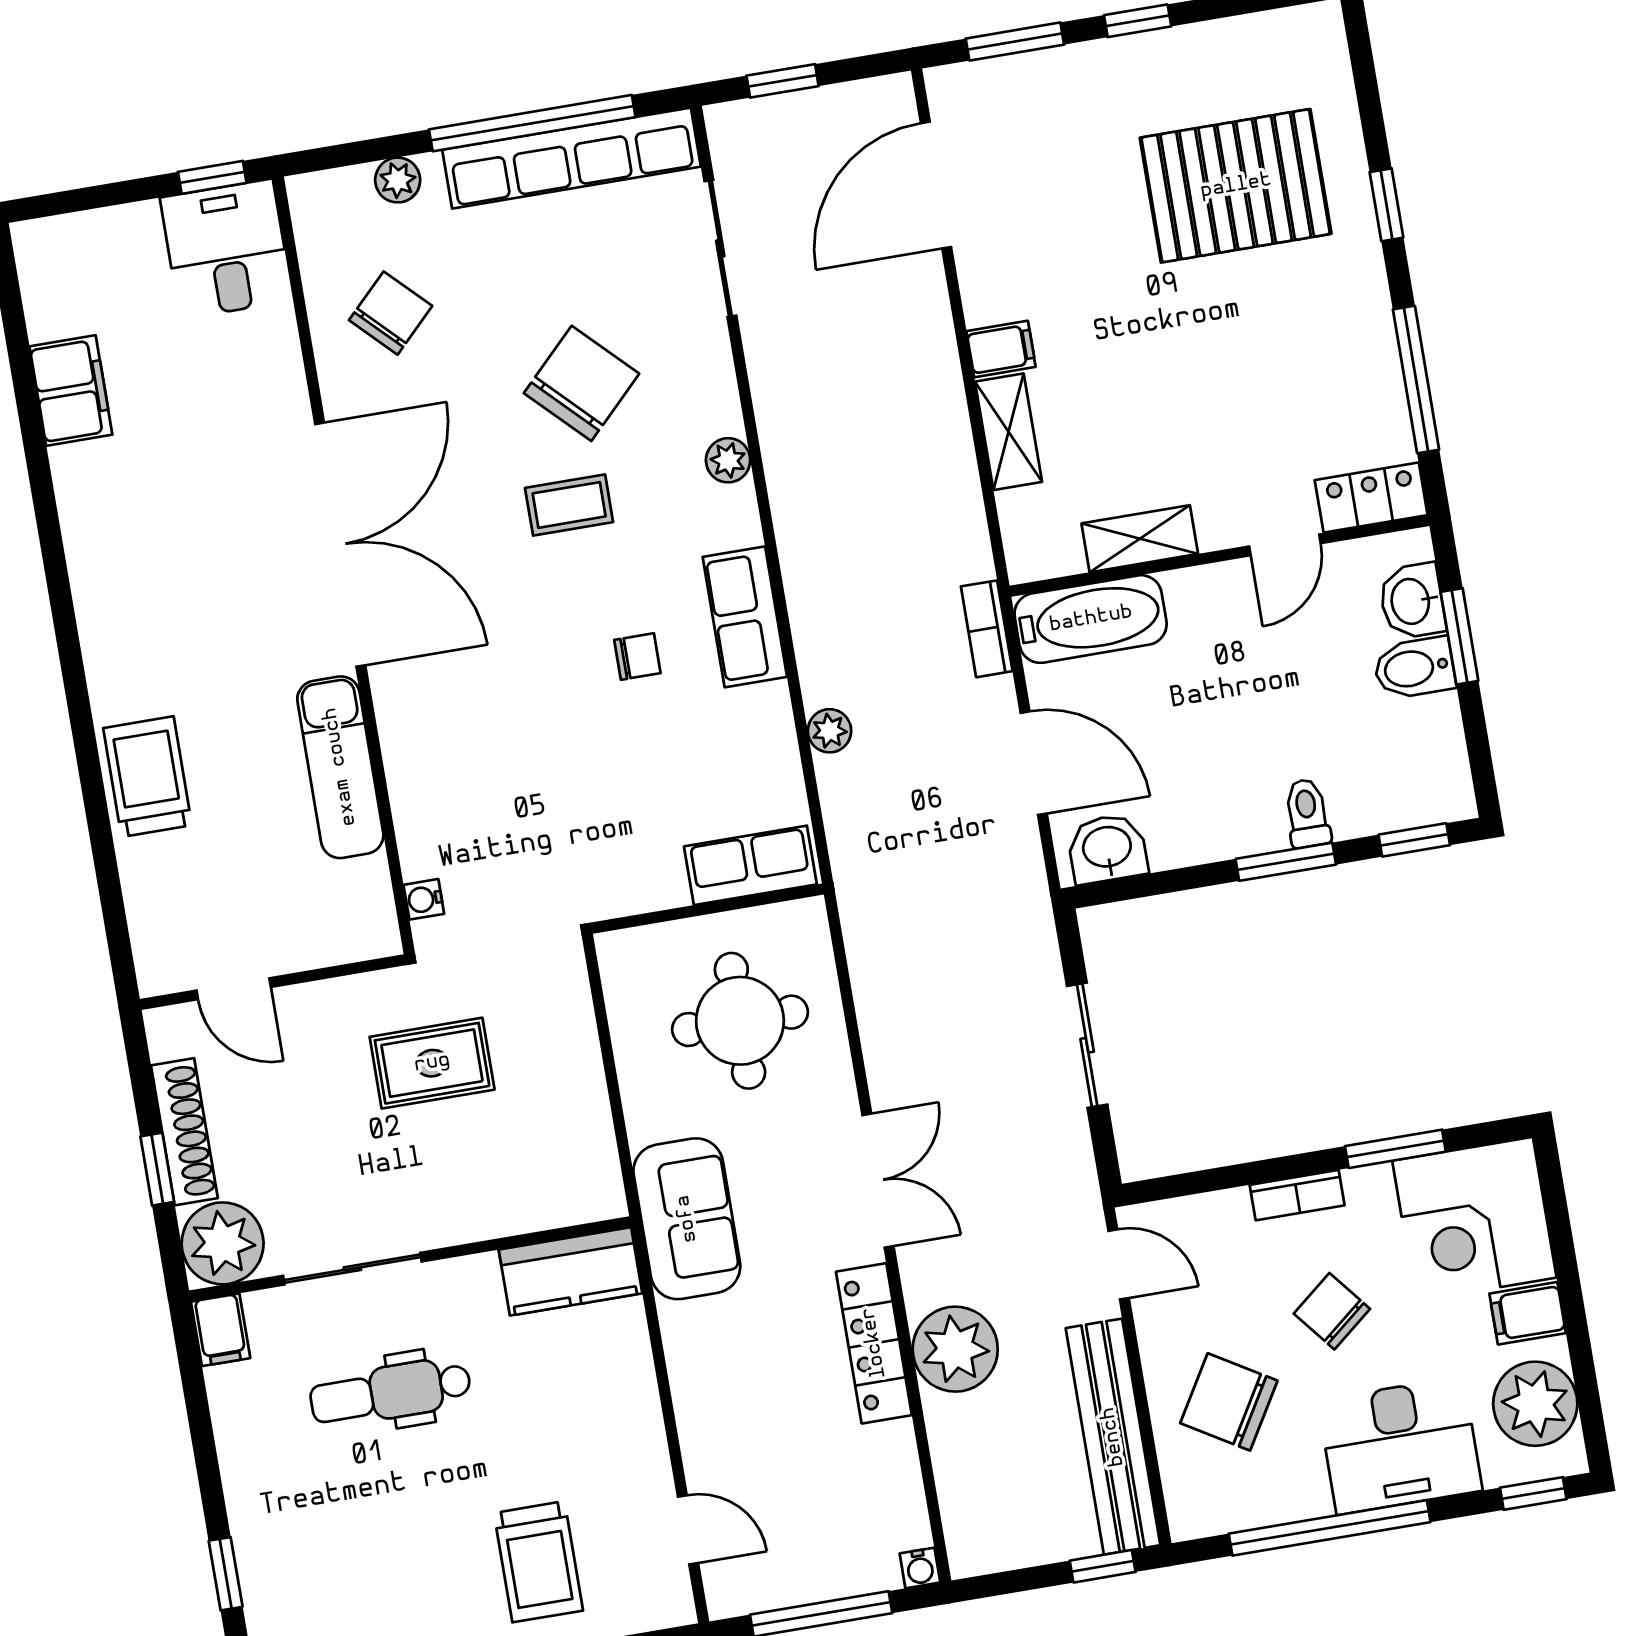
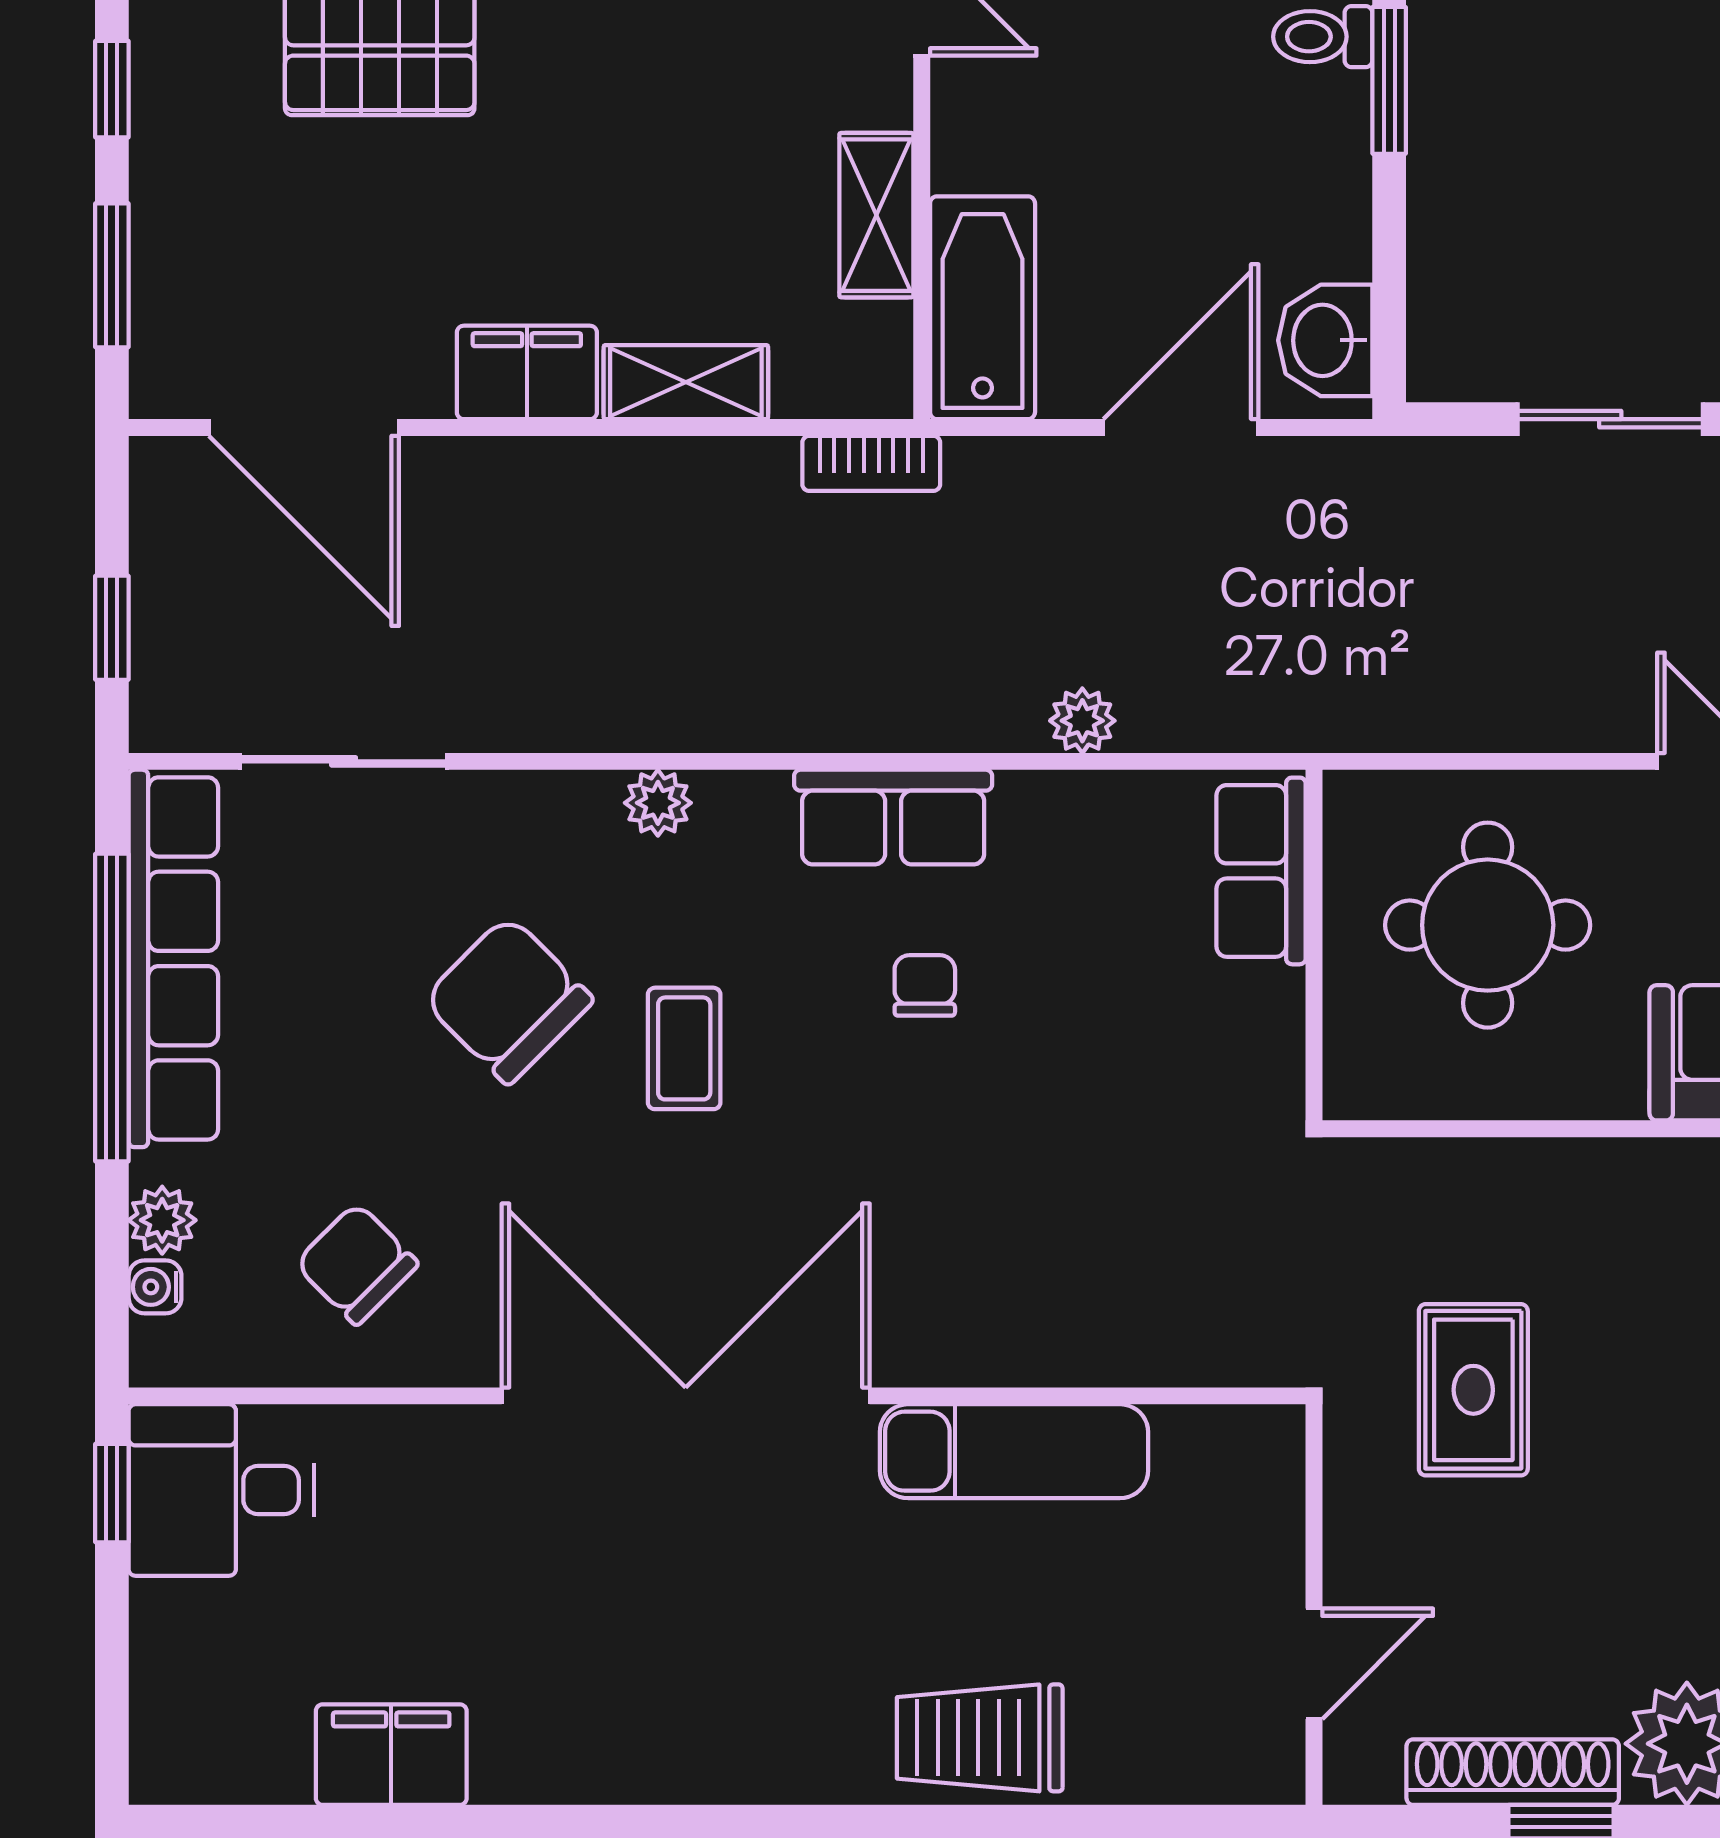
filing cabinet: (1001, 349) -> (527, 372), width x2.00
bookcase: (987, 629) -> (871, 463), moved
water cooler: (424, 899) -> (155, 1287), moved, turned 90

